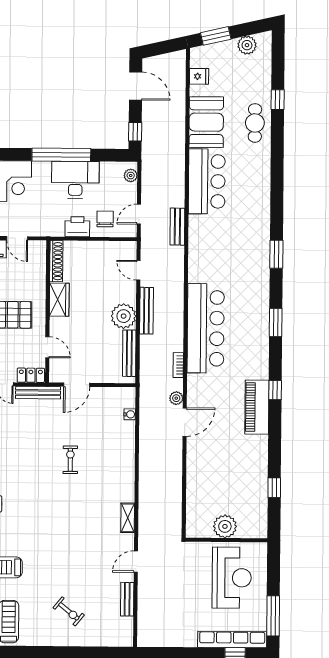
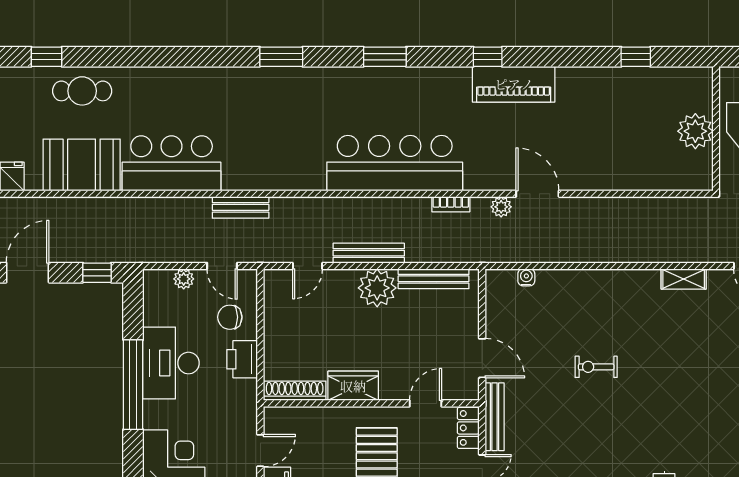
plant: (131, 175) -> (184, 279), moved

